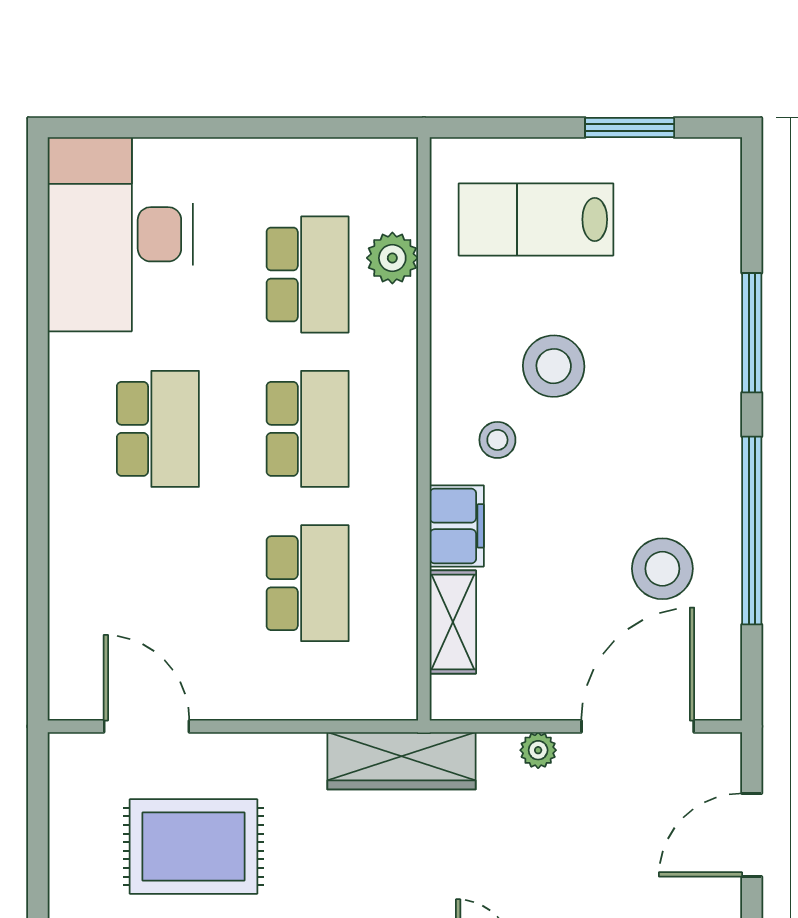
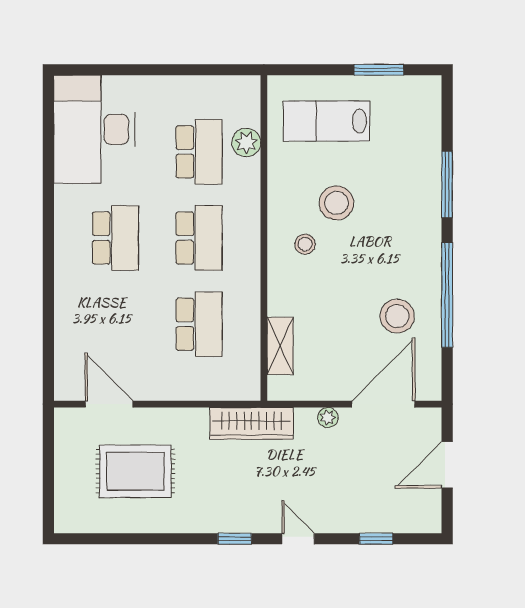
filing cabinet: (457, 526) -> (282, 292), removed

